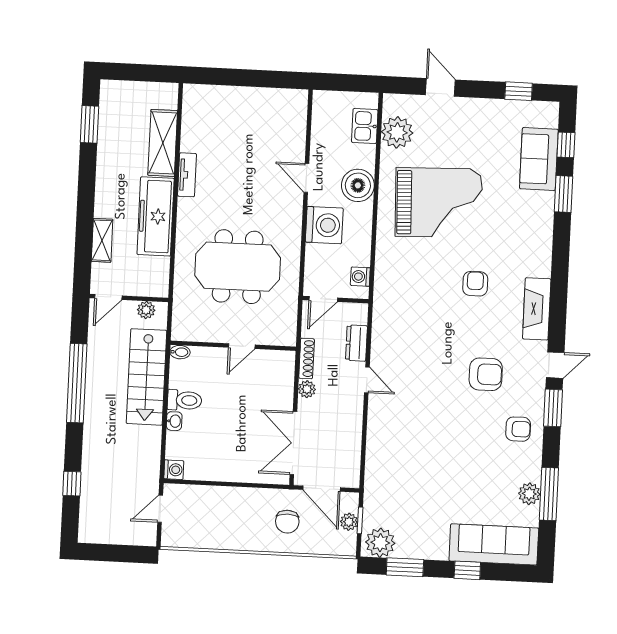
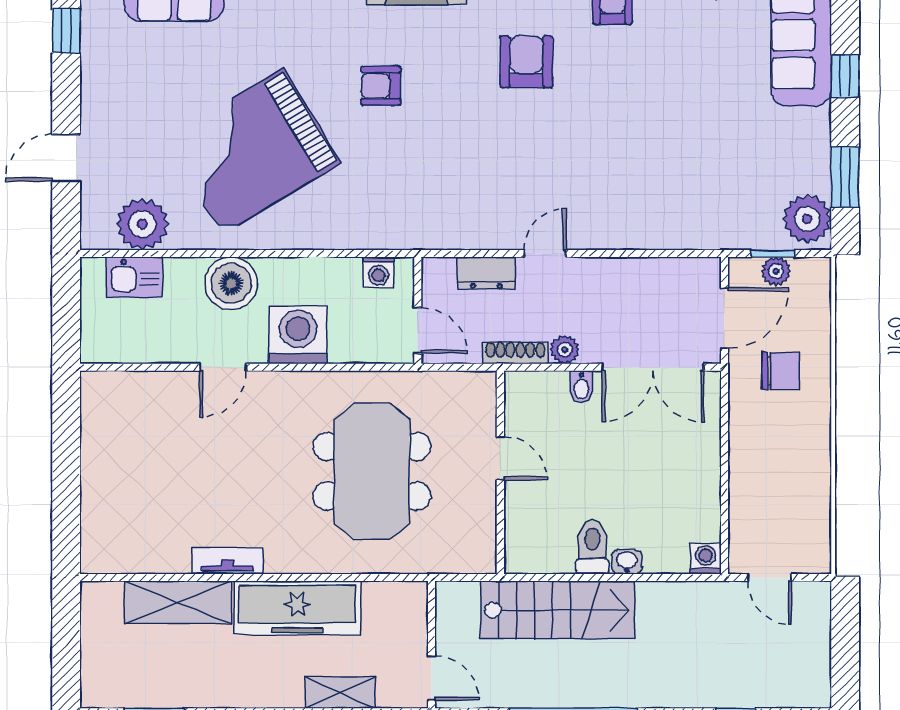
grand piano: (439, 203) -> (253, 151), turned -119
plant: (146, 310) -> (449, 616), removed
bidet: (180, 352) -> (581, 387), moved, turned 180

